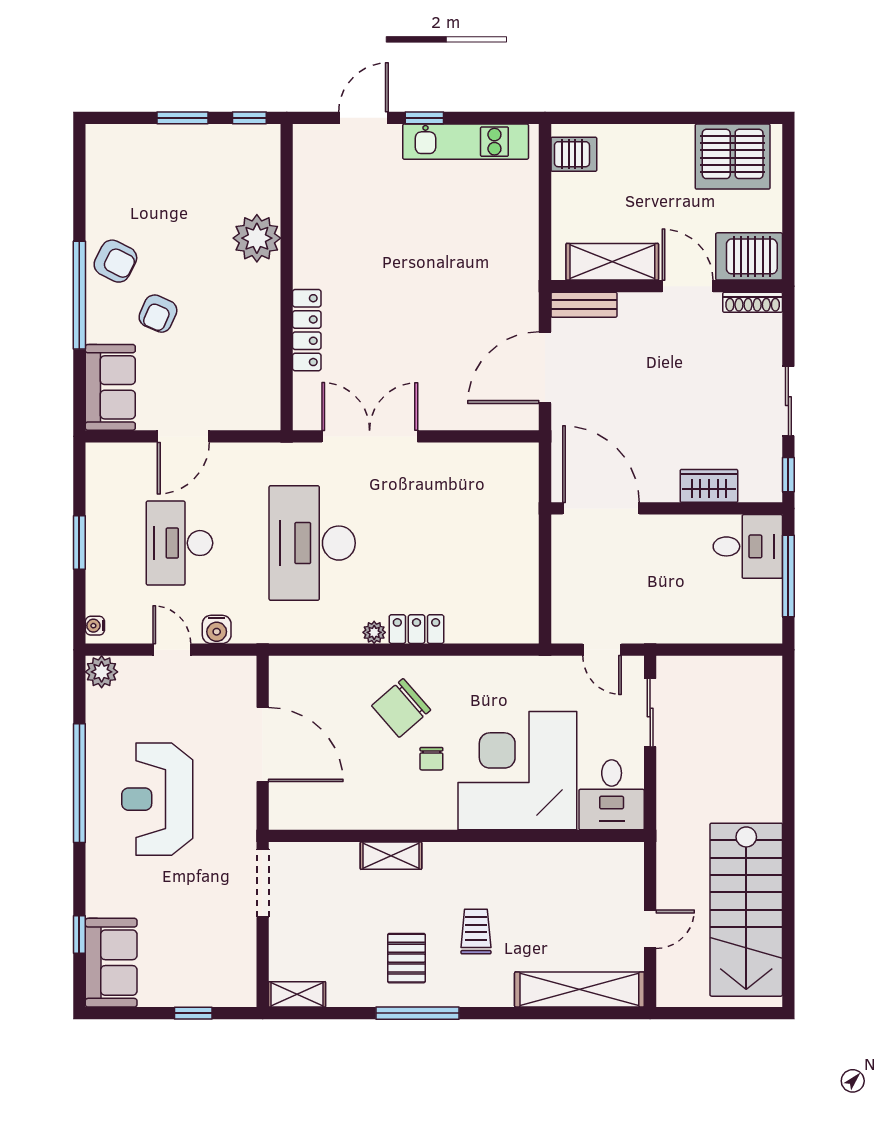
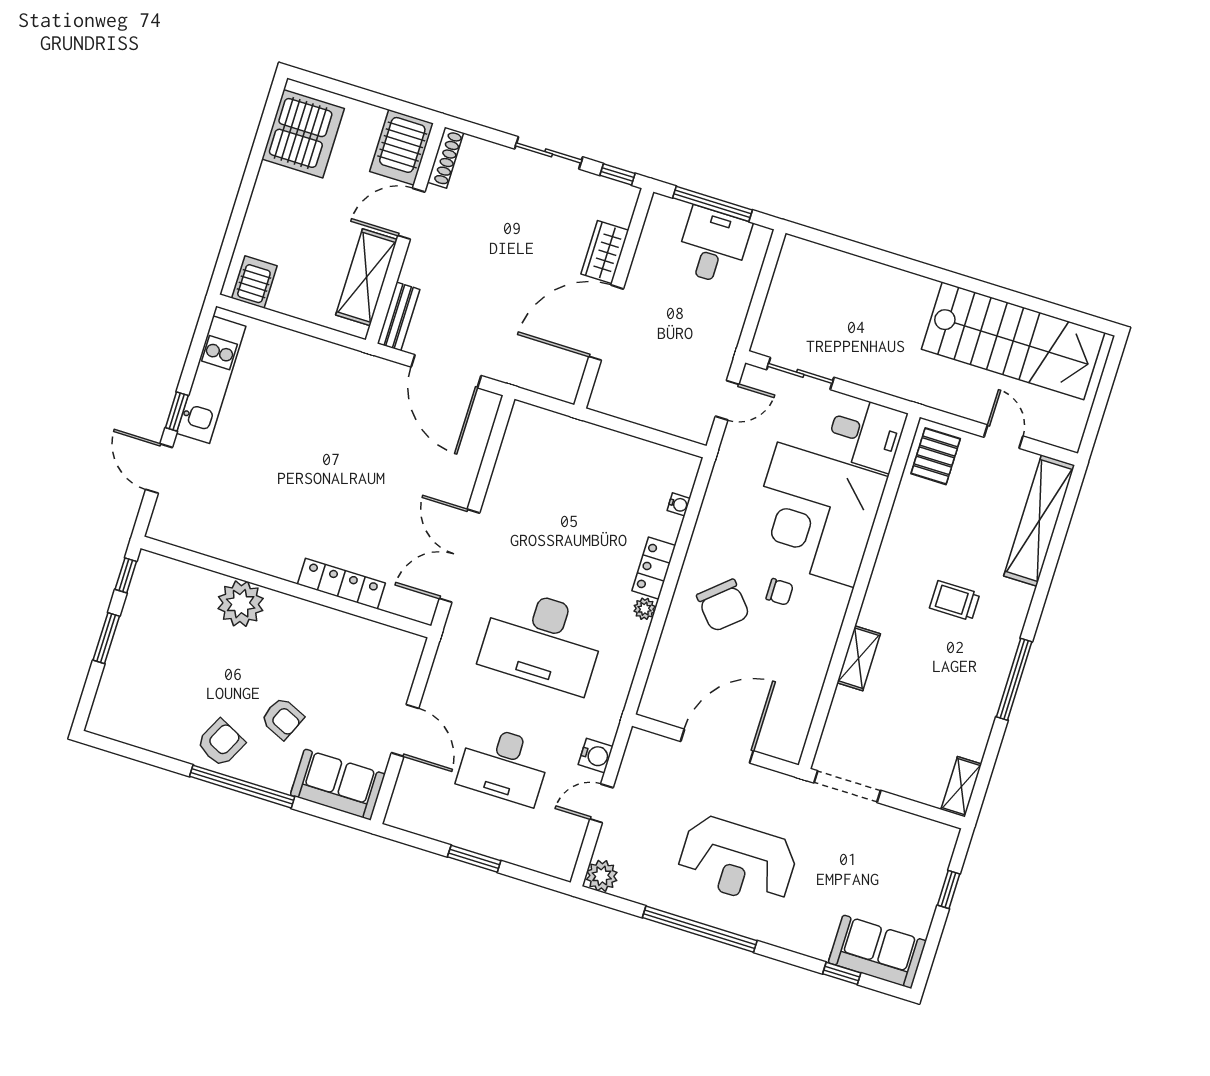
door: (601, 508) -> (606, 323), moved
desk: (748, 546) -> (713, 246), moved
water cooler: (95, 626) -> (679, 504), moved, turned -90
pallet: (406, 958) -> (936, 456), moved, turned 90

